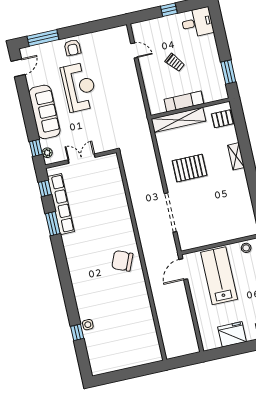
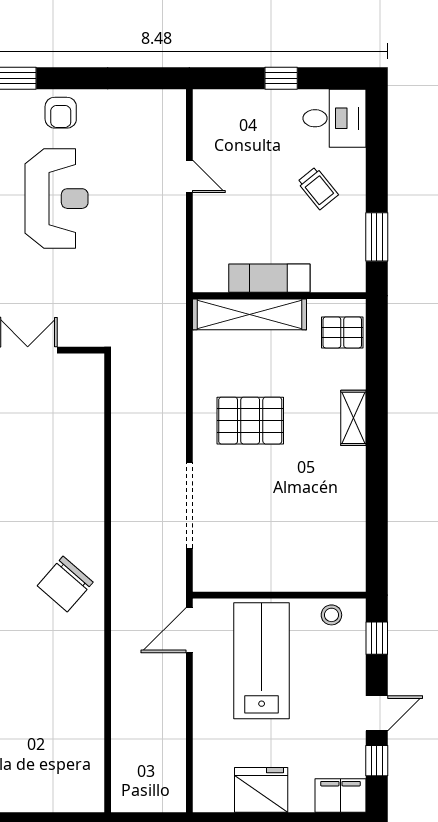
door: (134, 50) -> (189, 176), moved
trolley: (175, 63) -> (318, 188), moved
chair: (122, 261) -> (65, 584), turned -72

